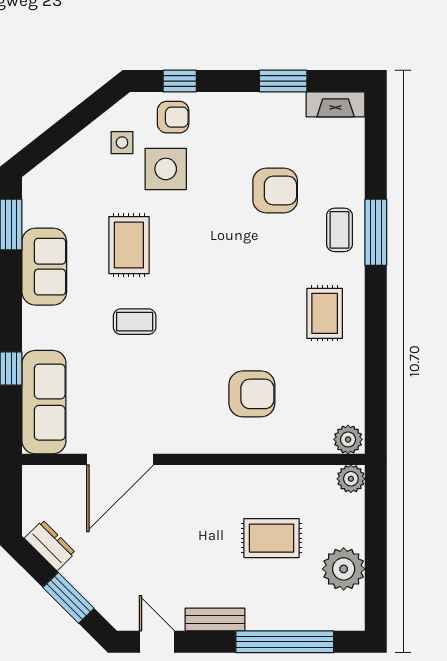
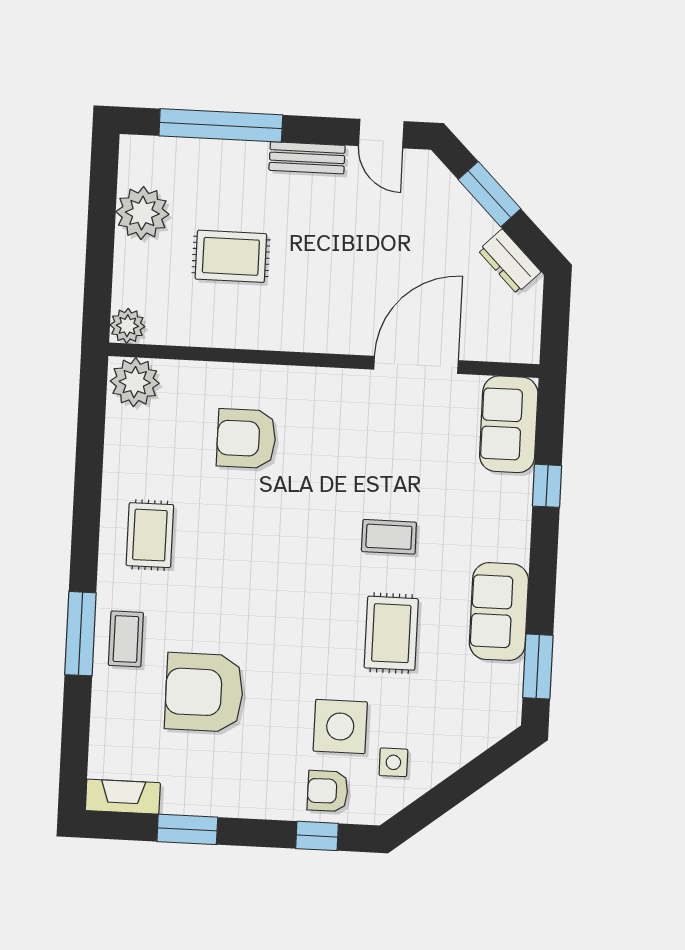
armchair: (275, 191) -> (204, 692), width x1.36, depth x1.36
sofa: (44, 402) -> (509, 424), width x0.73
plant: (348, 439) -> (135, 382), width x1.36, depth x1.36

